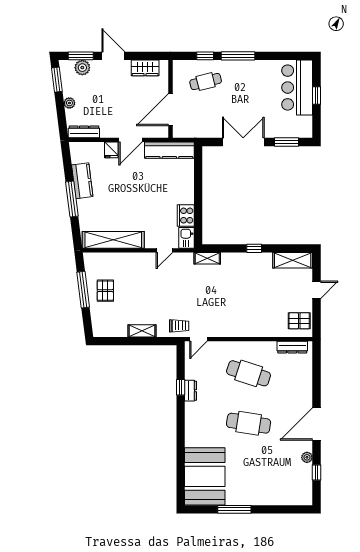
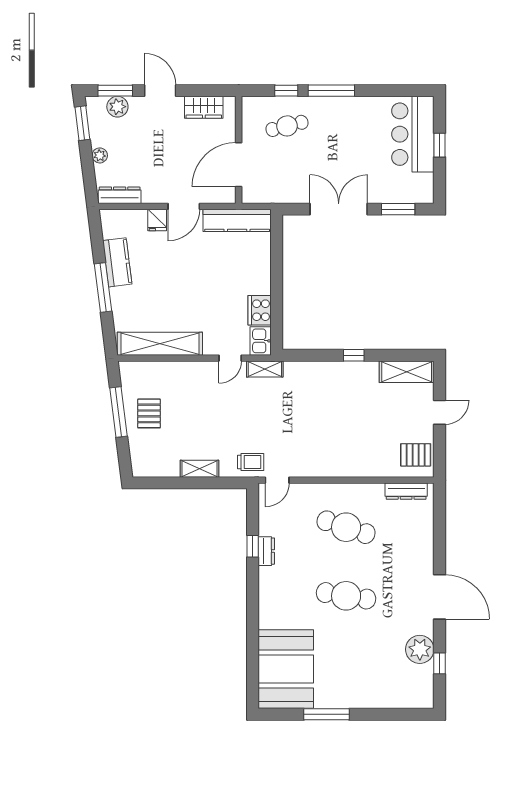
shelving: (207, 258) -> (265, 369), moved
door: (316, 424) -> (439, 597), swing flipped
plant: (307, 457) -> (420, 649), width x1.88, depth x1.88

